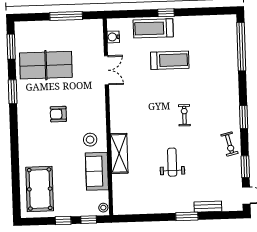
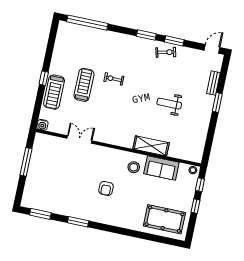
water cooler: (113, 37) -> (42, 125), moved
table tennis table: (46, 65) -> (63, 189), removed
exercise bike: (184, 115) -> (114, 79), moved
window: (245, 167) -> (174, 41), moved

